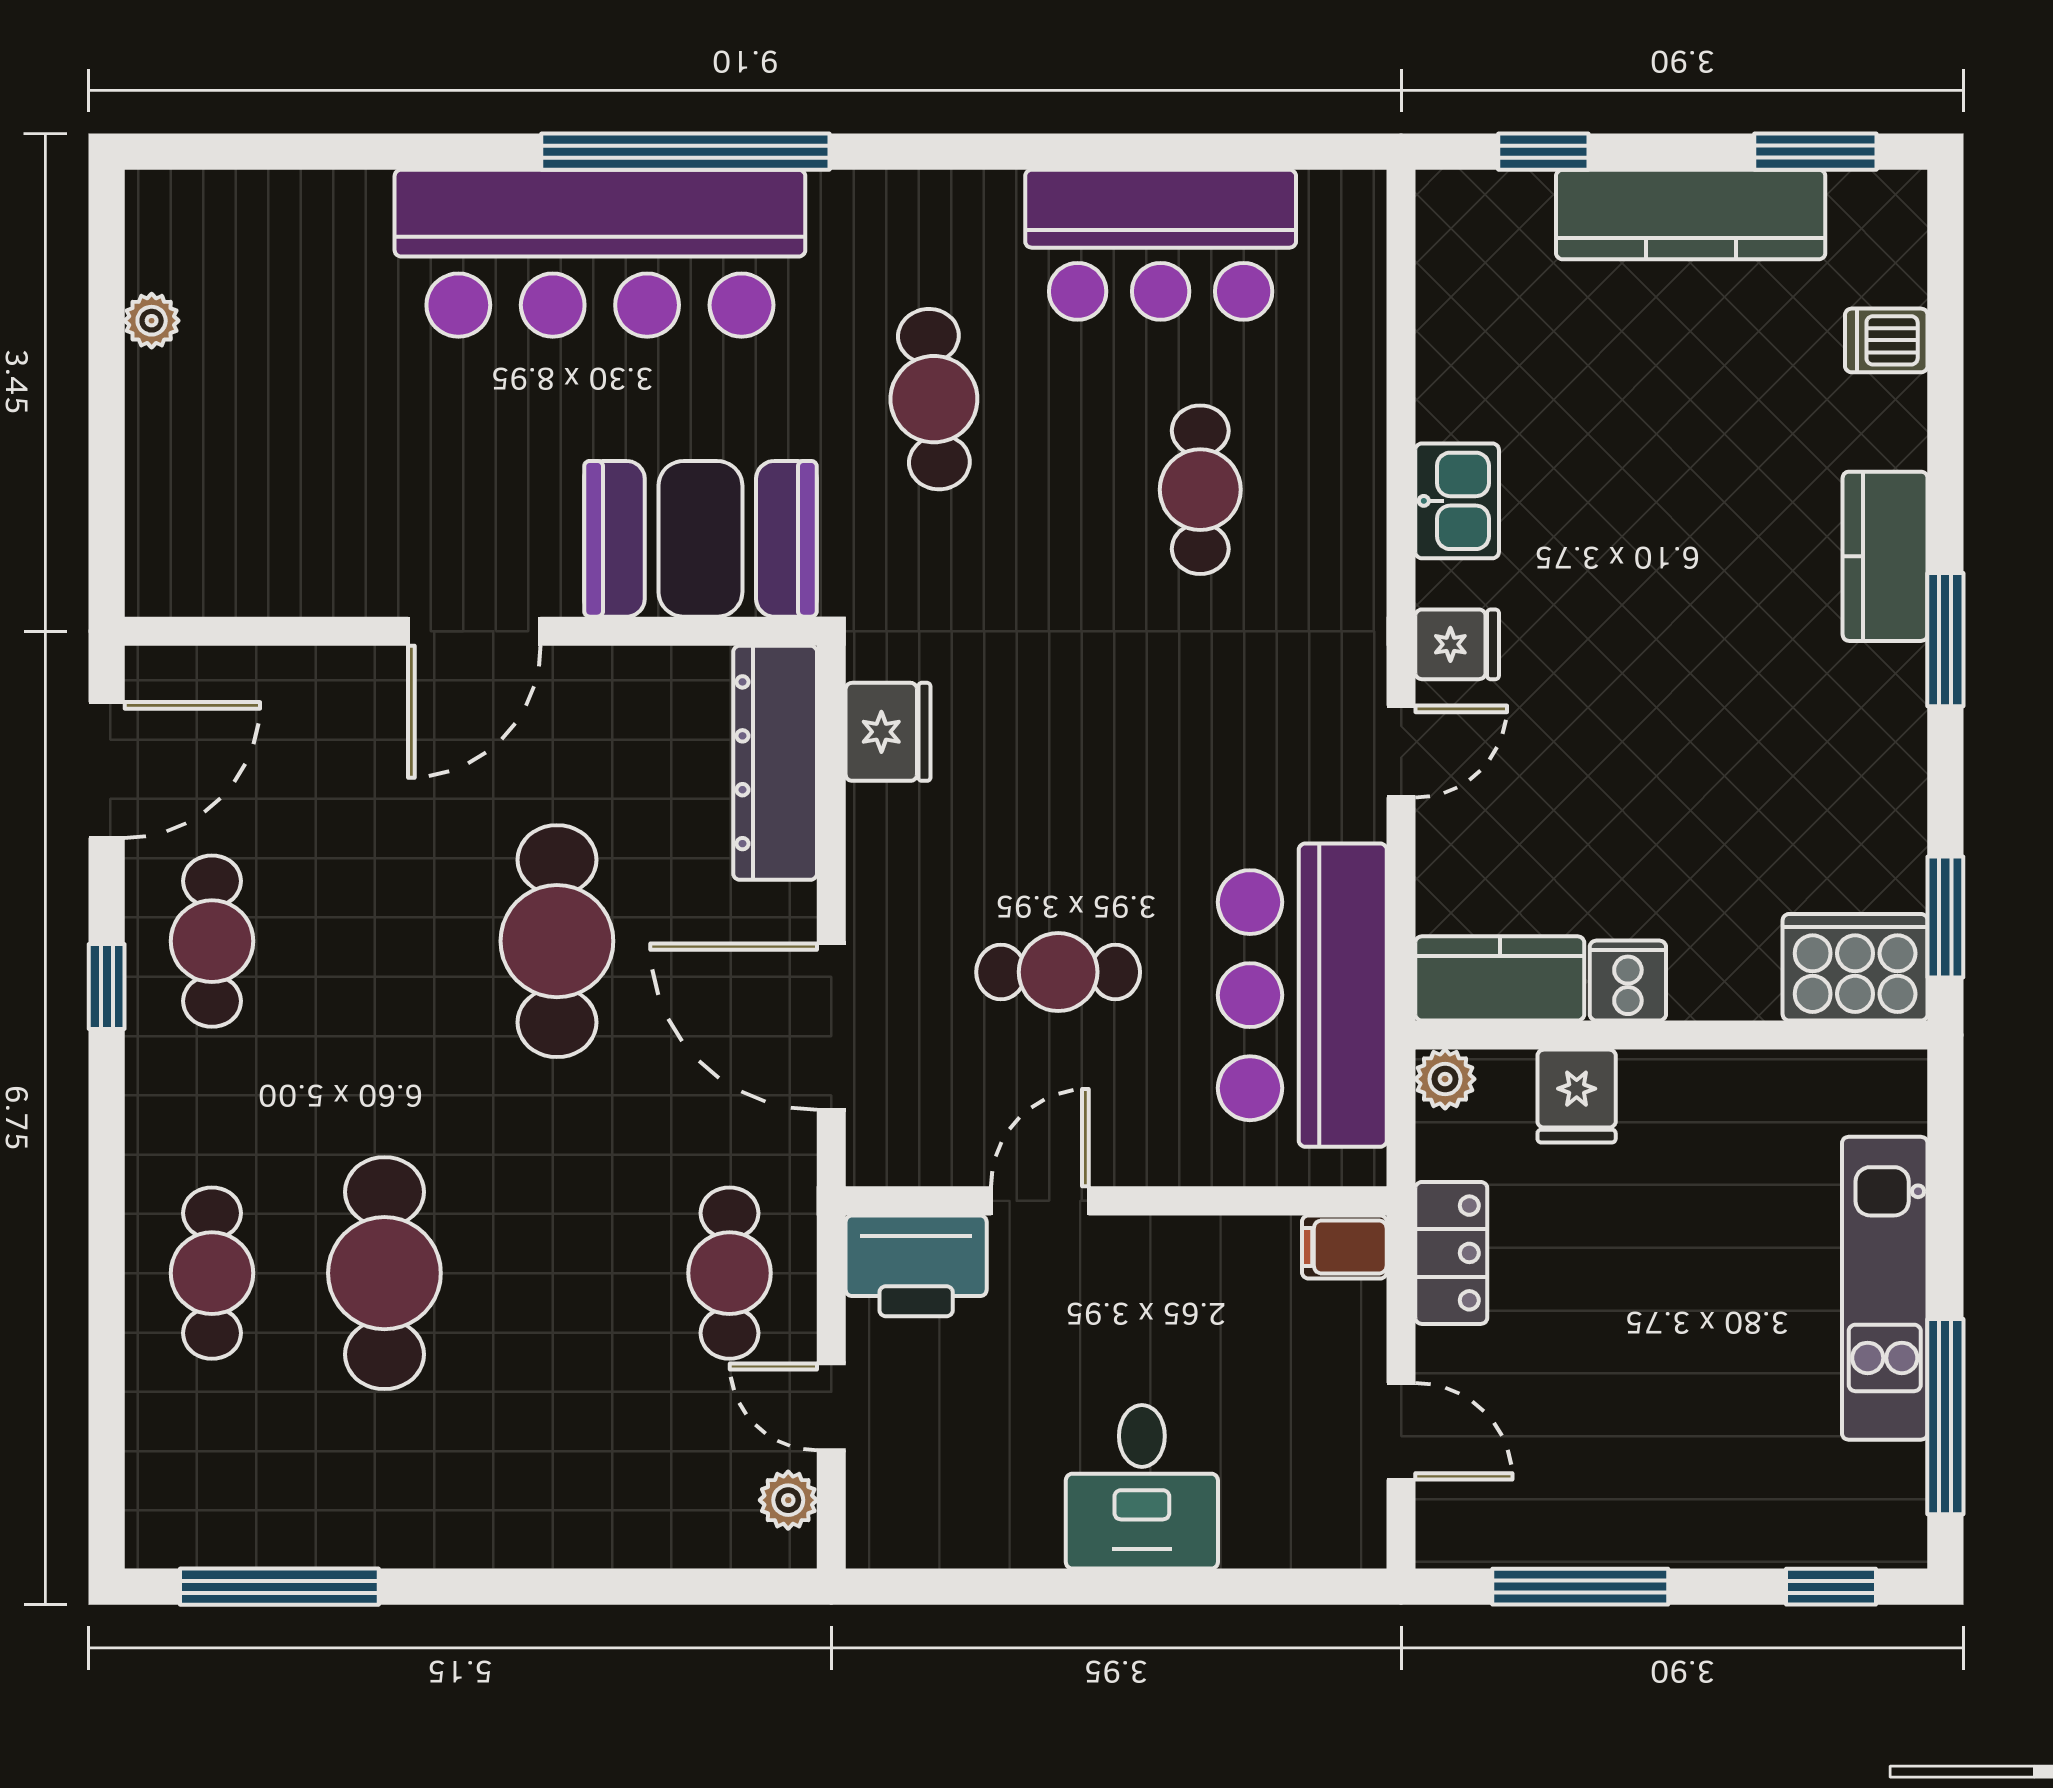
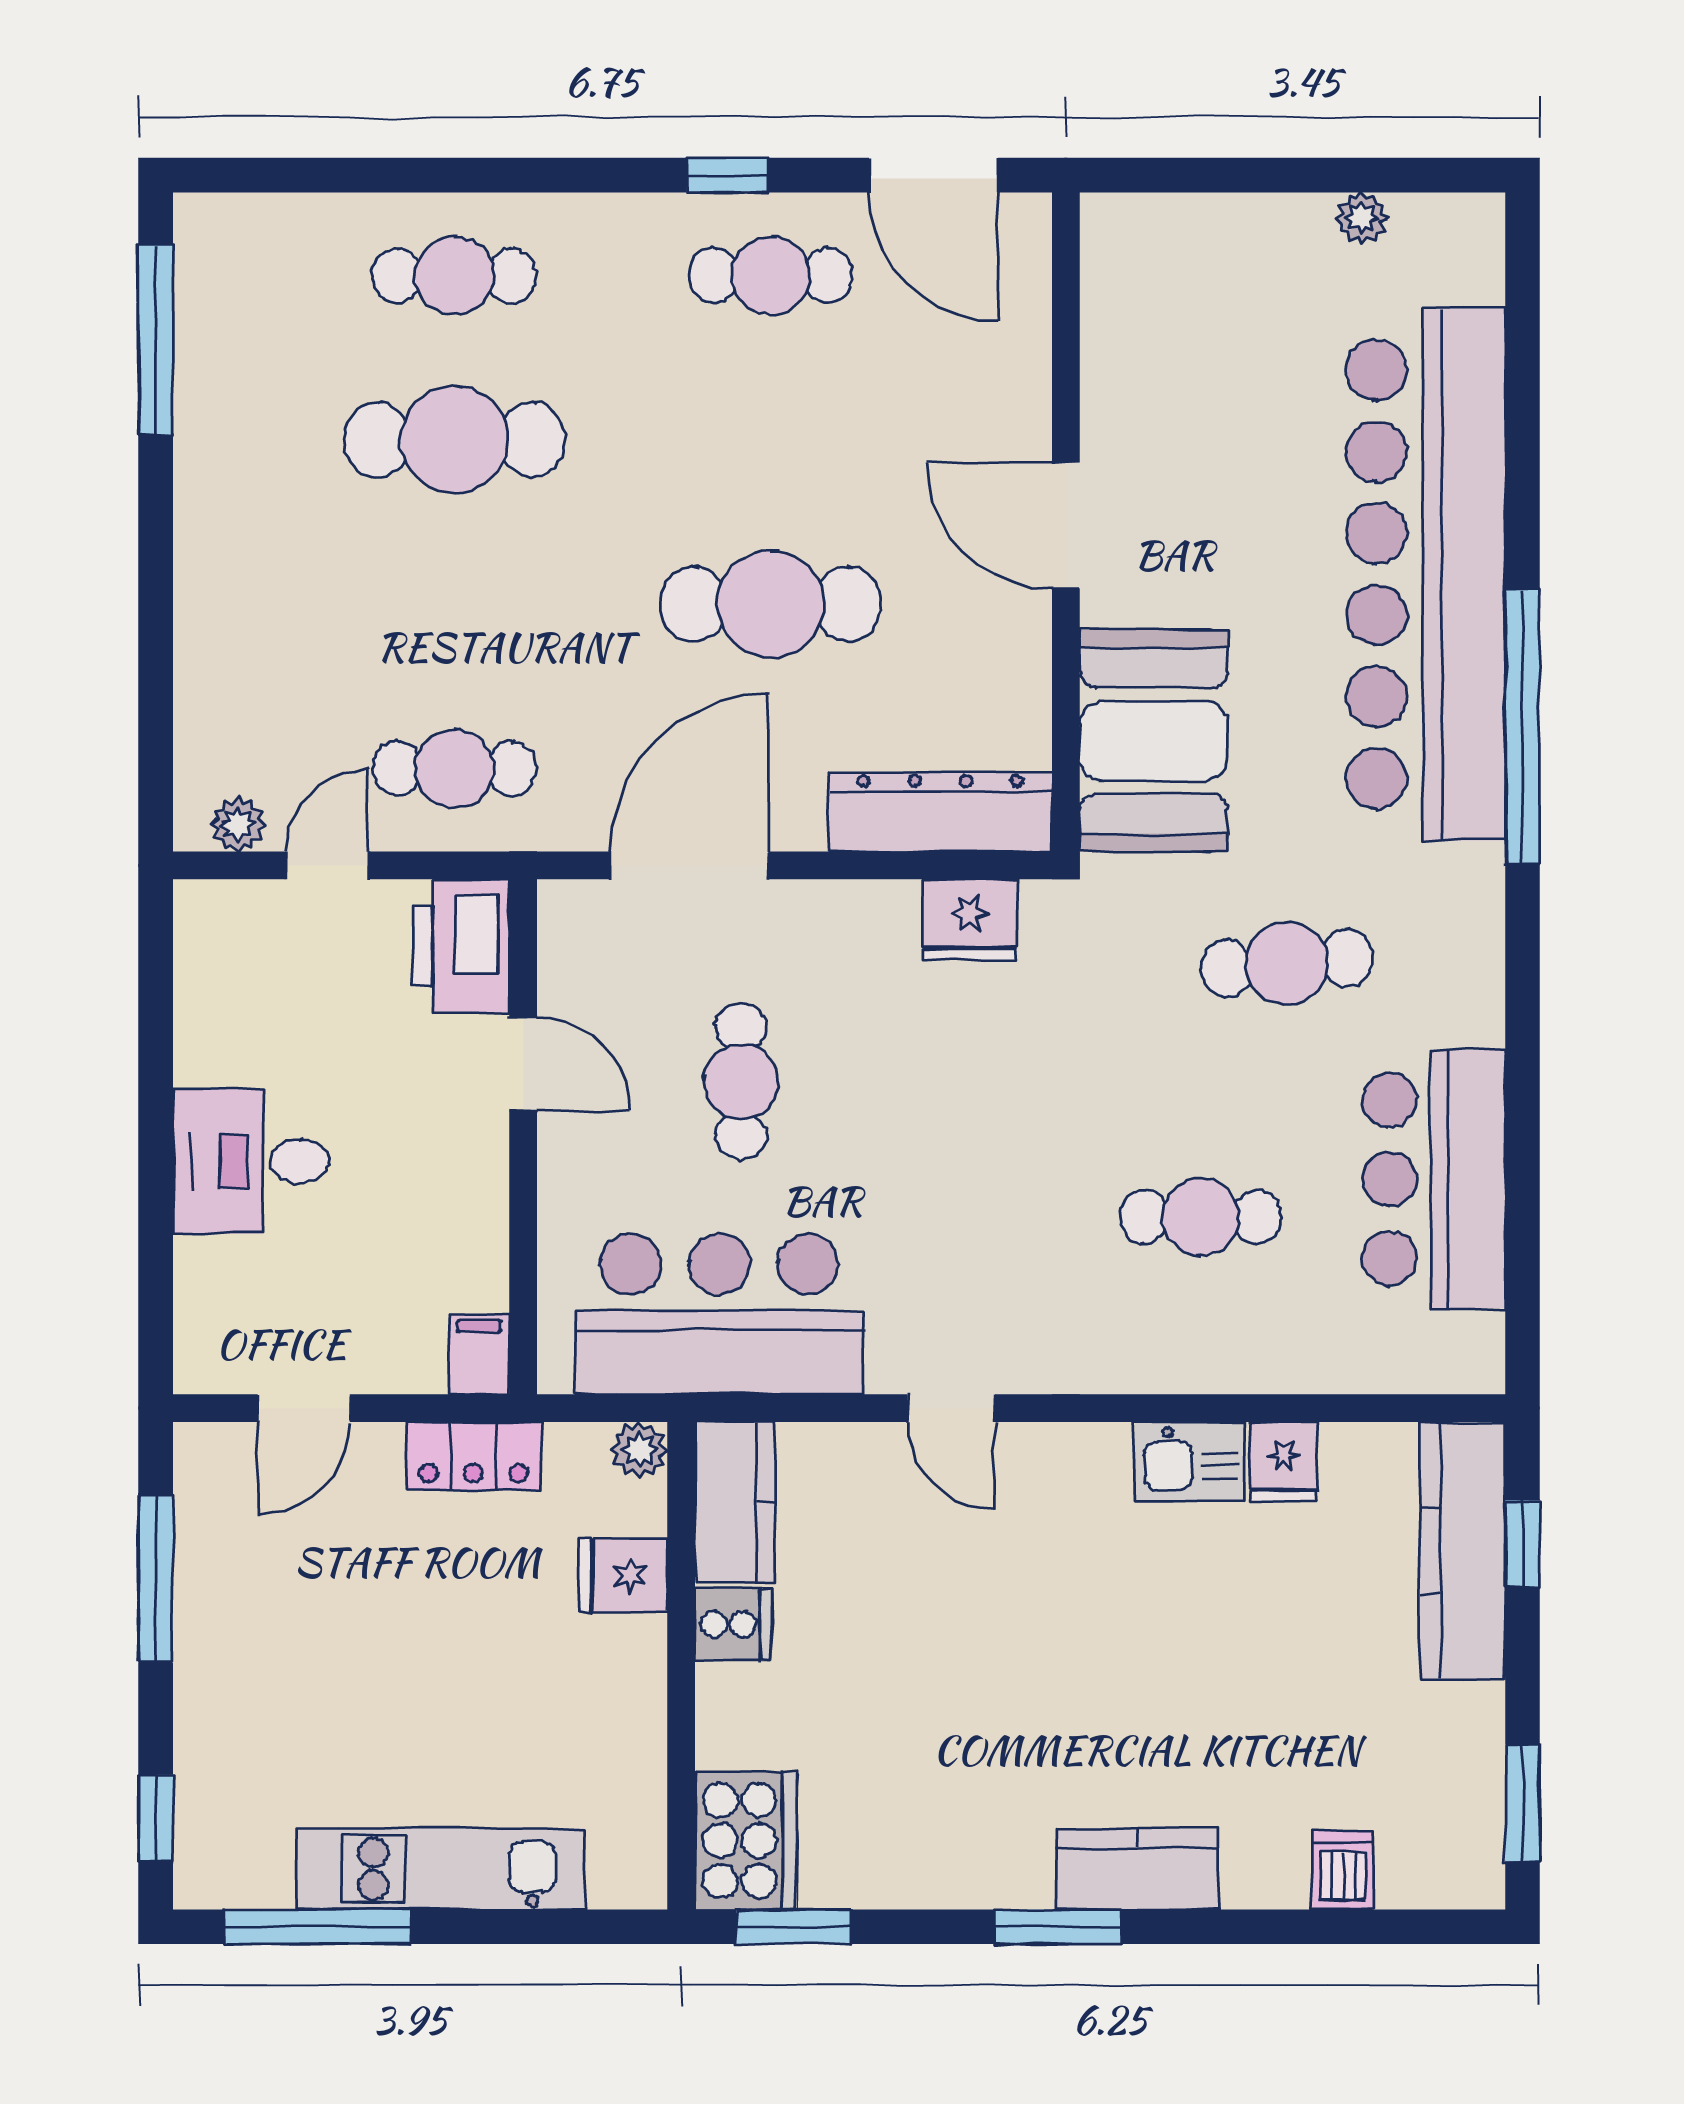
kitchen counter: (1691, 215) -> (1463, 1551), moved
bar counter: (600, 253) -> (1426, 574), width x1.36
fridge: (1457, 644) -> (1283, 1462), moved

